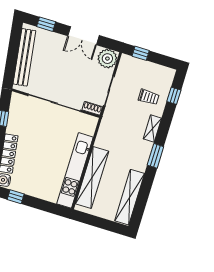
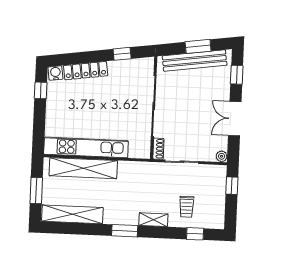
window: (13, 51) -> (198, 46), added
plant: (107, 59) -> (222, 156), width x0.53, depth x0.53
window: (101, 223) -> (36, 190), added

